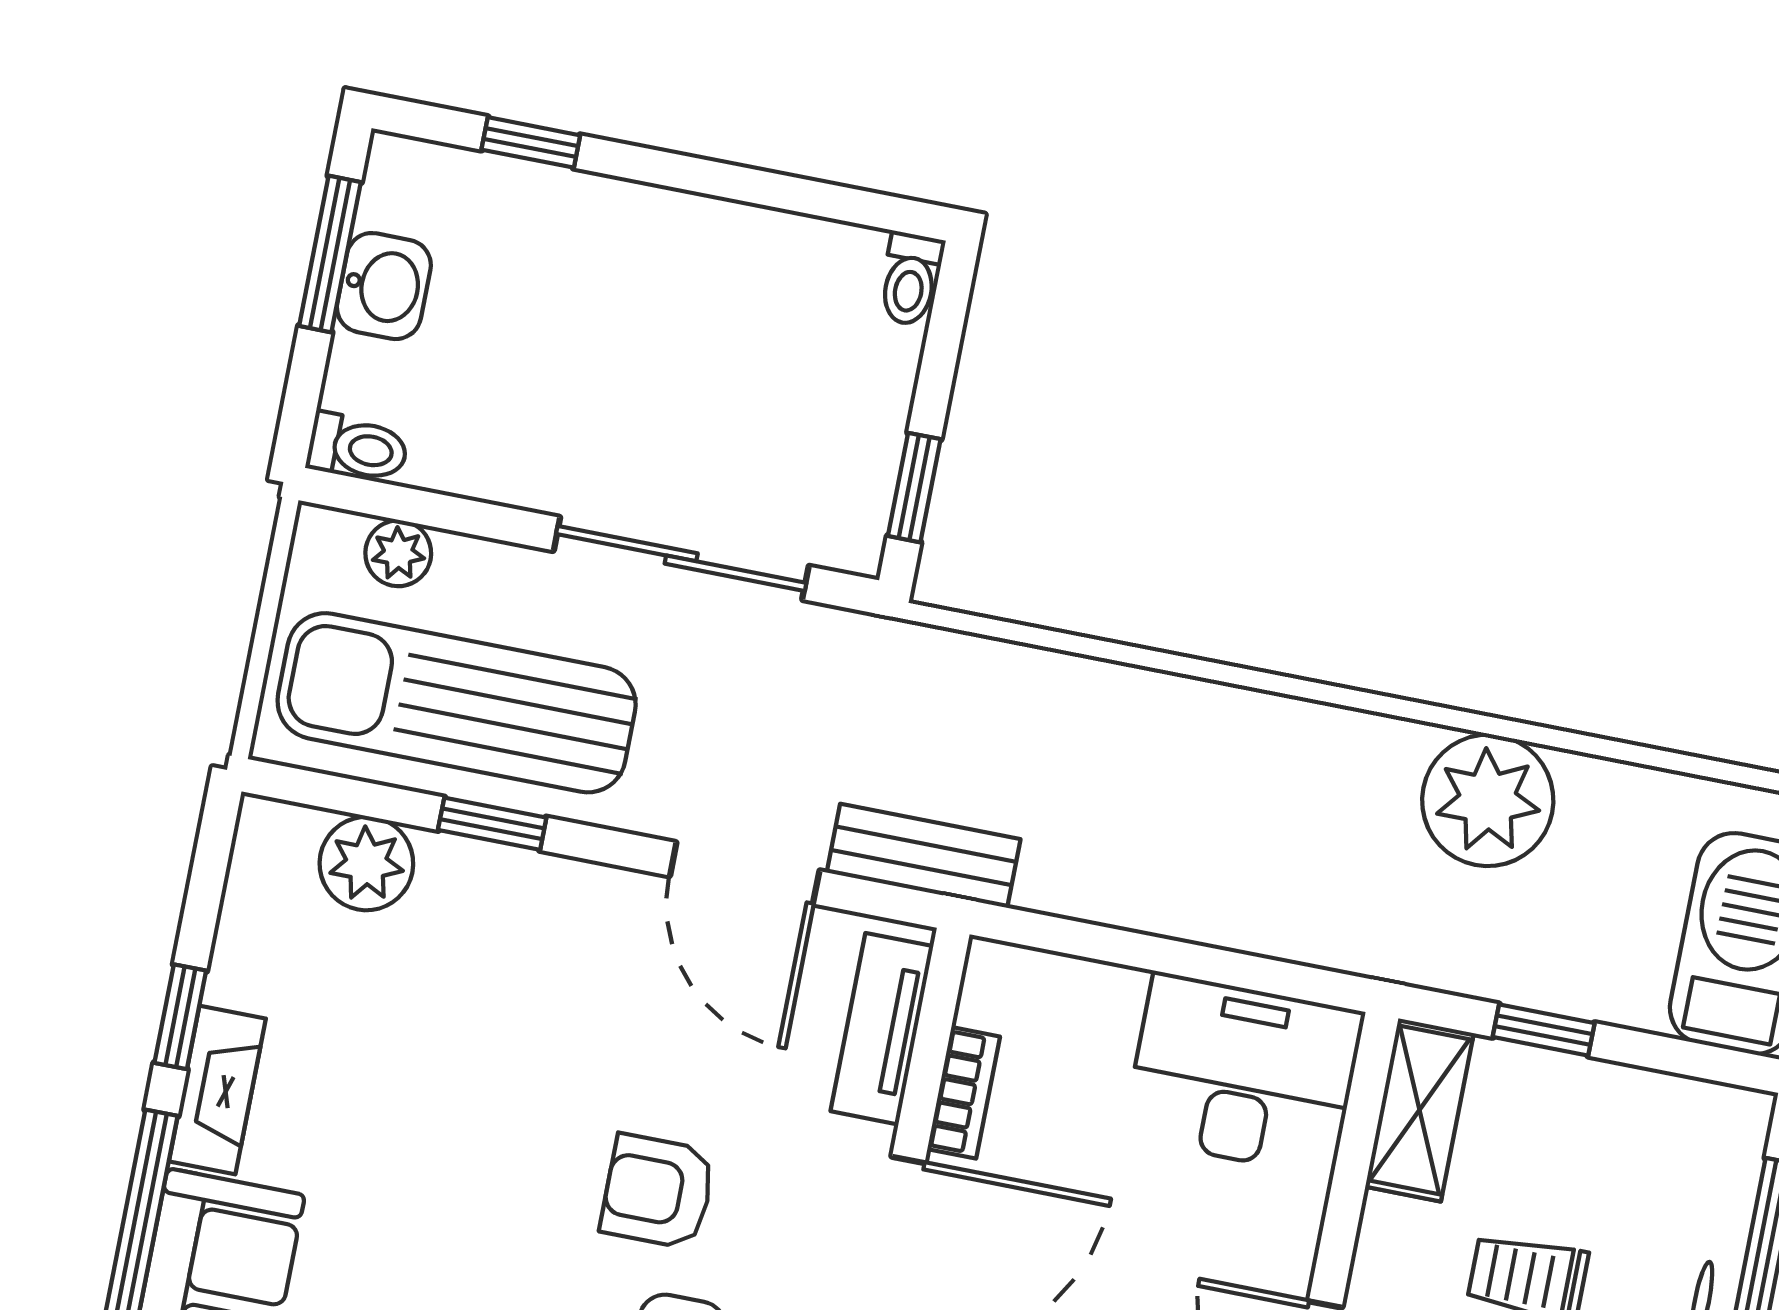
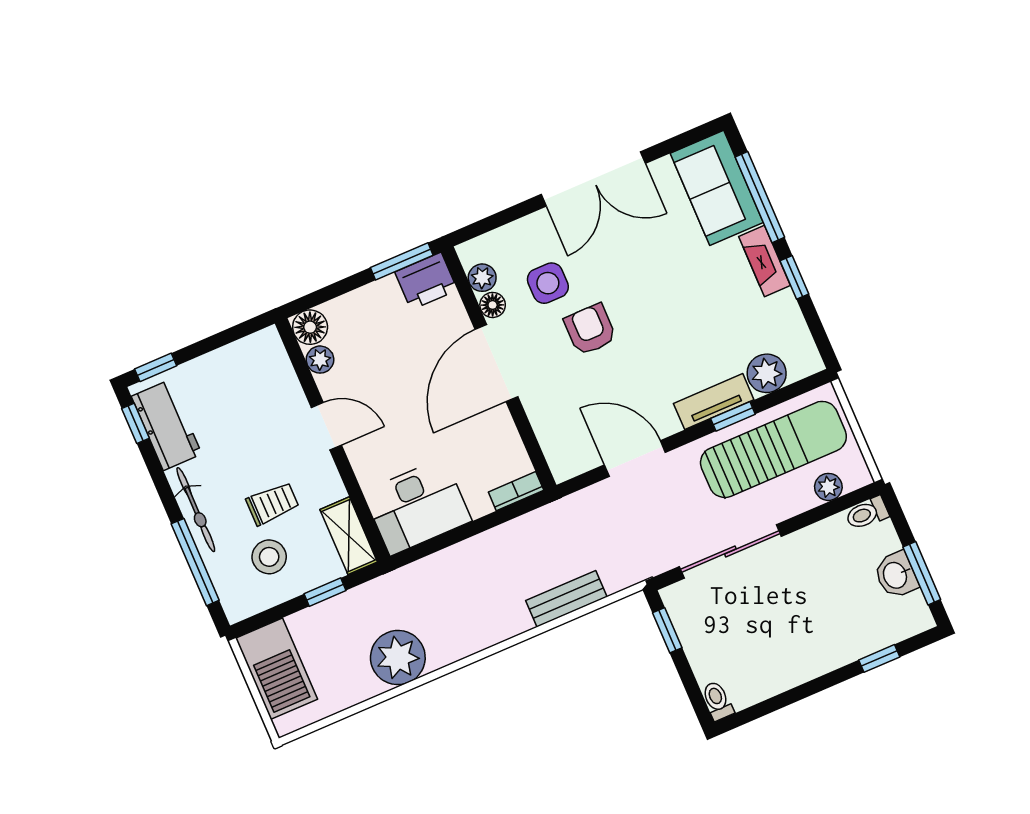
bench: (924, 856) -> (566, 599), moved
tv unit: (882, 1029) -> (714, 402), moved, turned -90
bookcase: (964, 1093) -> (516, 491), moved, turned 90
stool: (1607, 1176) -> (269, 557), added
armchair: (658, 1191) -> (590, 329), turned -90

